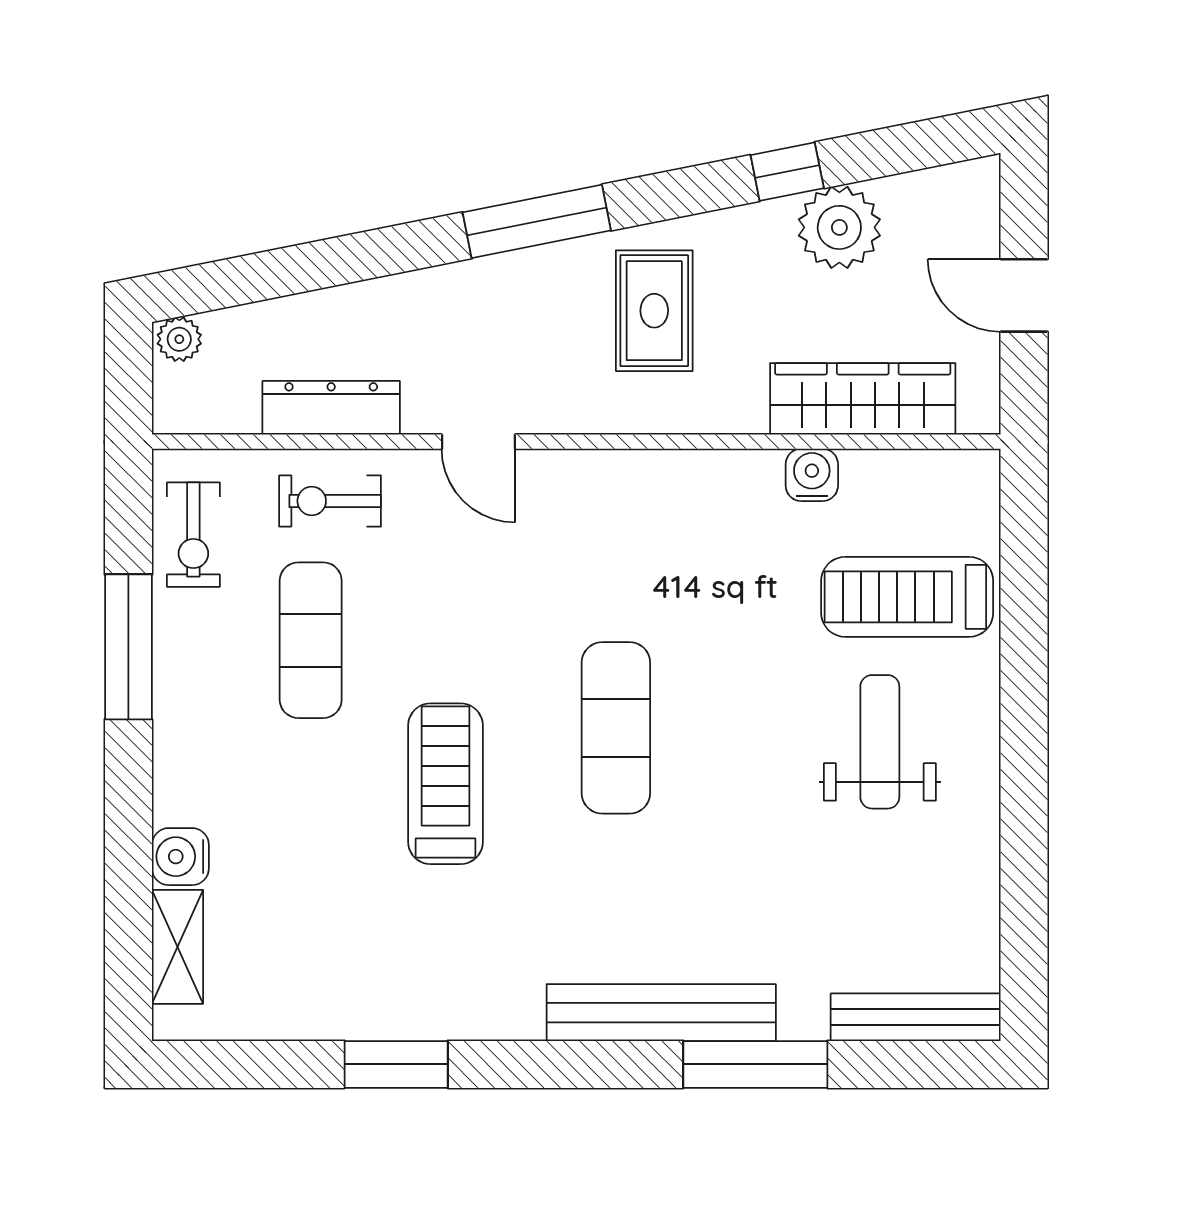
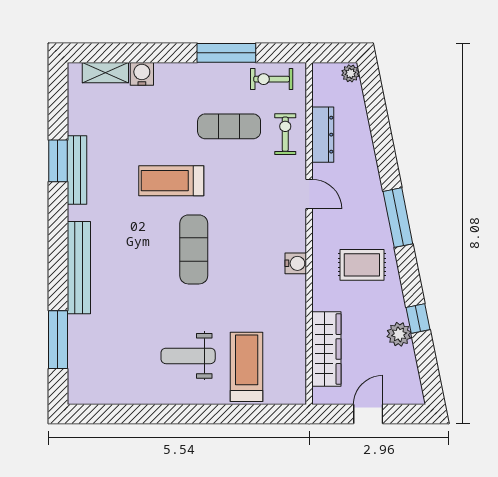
plant: (839, 227) -> (399, 334), width x0.73, depth x0.73
door: (478, 442) -> (309, 194), swing flipped
water cooler: (812, 475) -> (296, 263), moved
exercise mat: (616, 728) -> (194, 249), turned 90
weight bench: (880, 742) -> (188, 356), turned 180
treadmill: (446, 784) -> (171, 181), turned 180
bench: (916, 1017) -> (77, 170), moved
window: (755, 1064) -> (58, 340), moved

